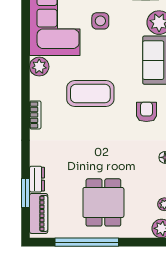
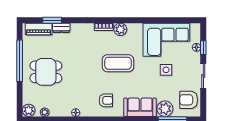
plant: (39, 67) -> (120, 29), moved
coffee table: (90, 94) -> (118, 63), turned 90

